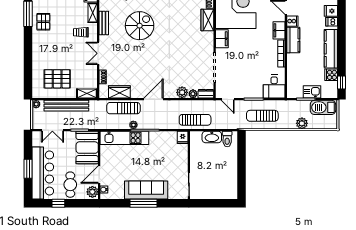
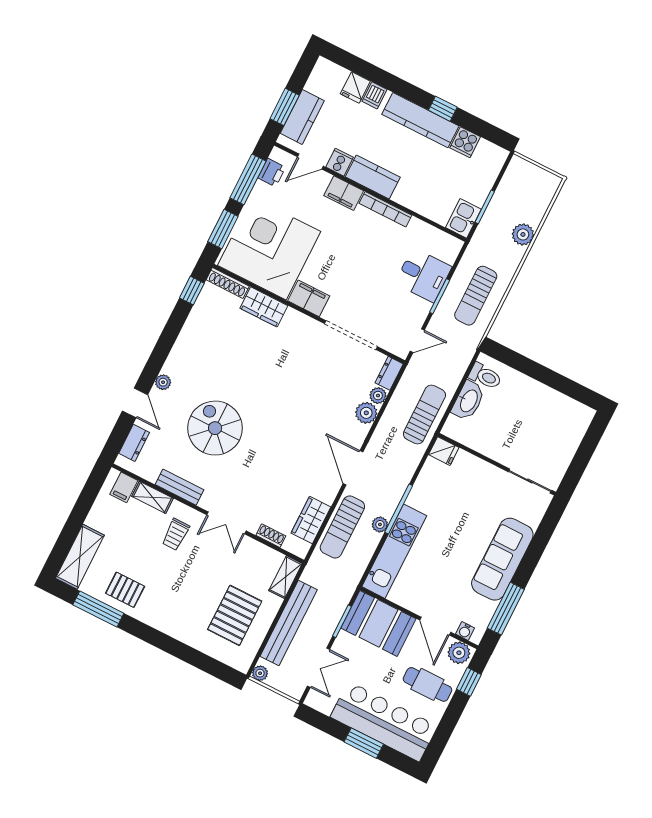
window: (342, 83) -> (443, 109), moved
desk: (274, 87) -> (423, 275), moved
kitchen sink: (312, 92) -> (463, 218), moved
barbecue: (323, 107) -> (514, 185), removed
window: (58, 203) -> (469, 682), moved
window: (143, 203) -> (506, 609), moved

